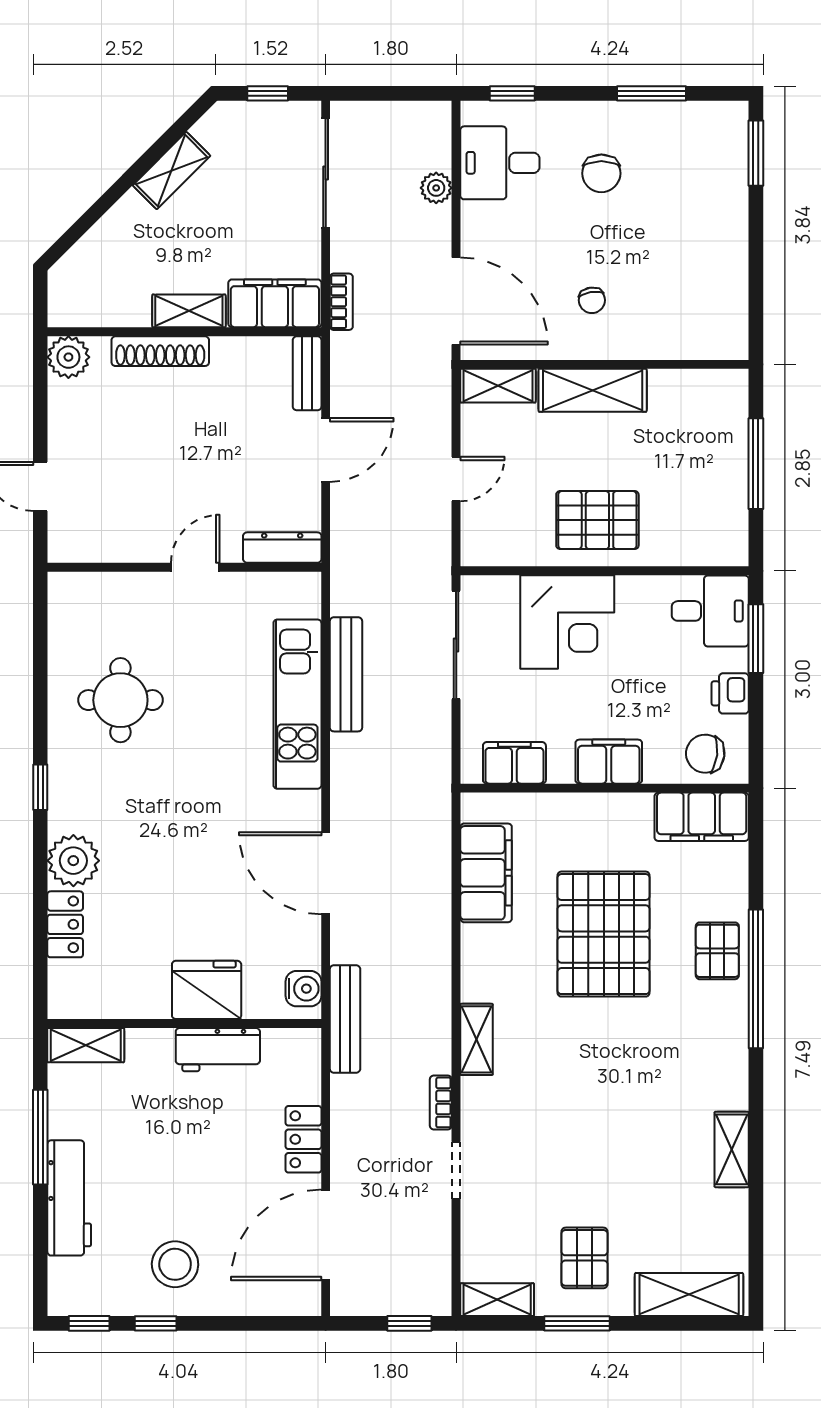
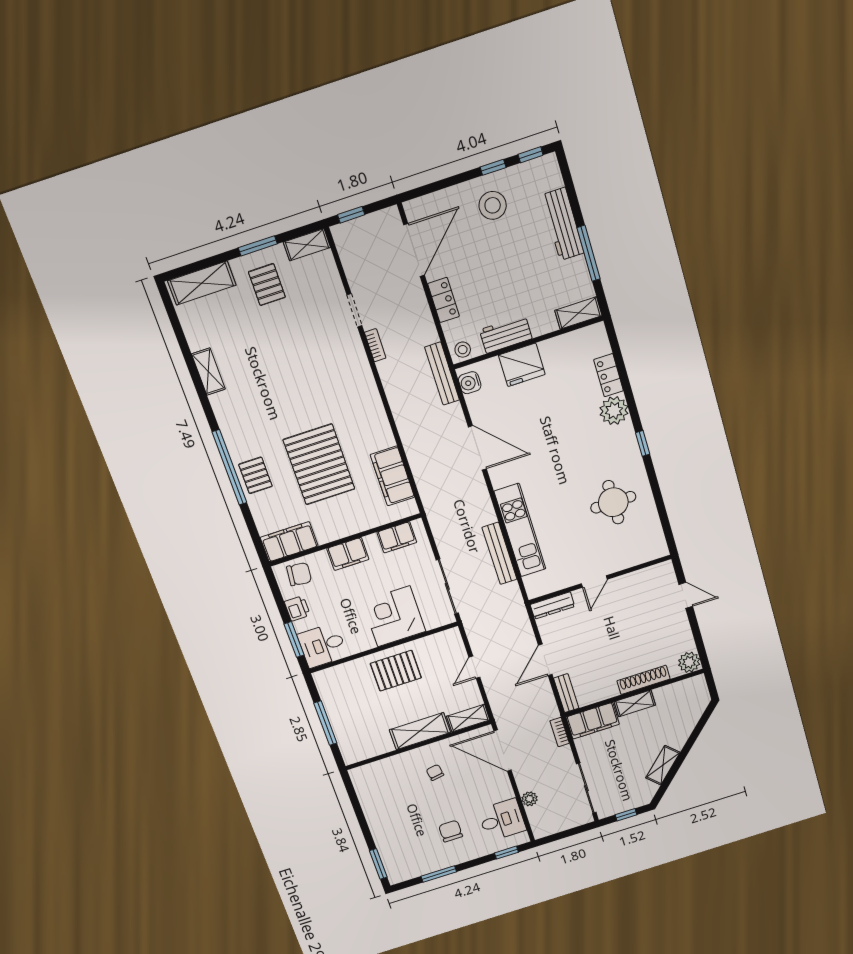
shelving: (476, 1039) -> (368, 386), removed
stool: (298, 1048) -> (463, 350), added

